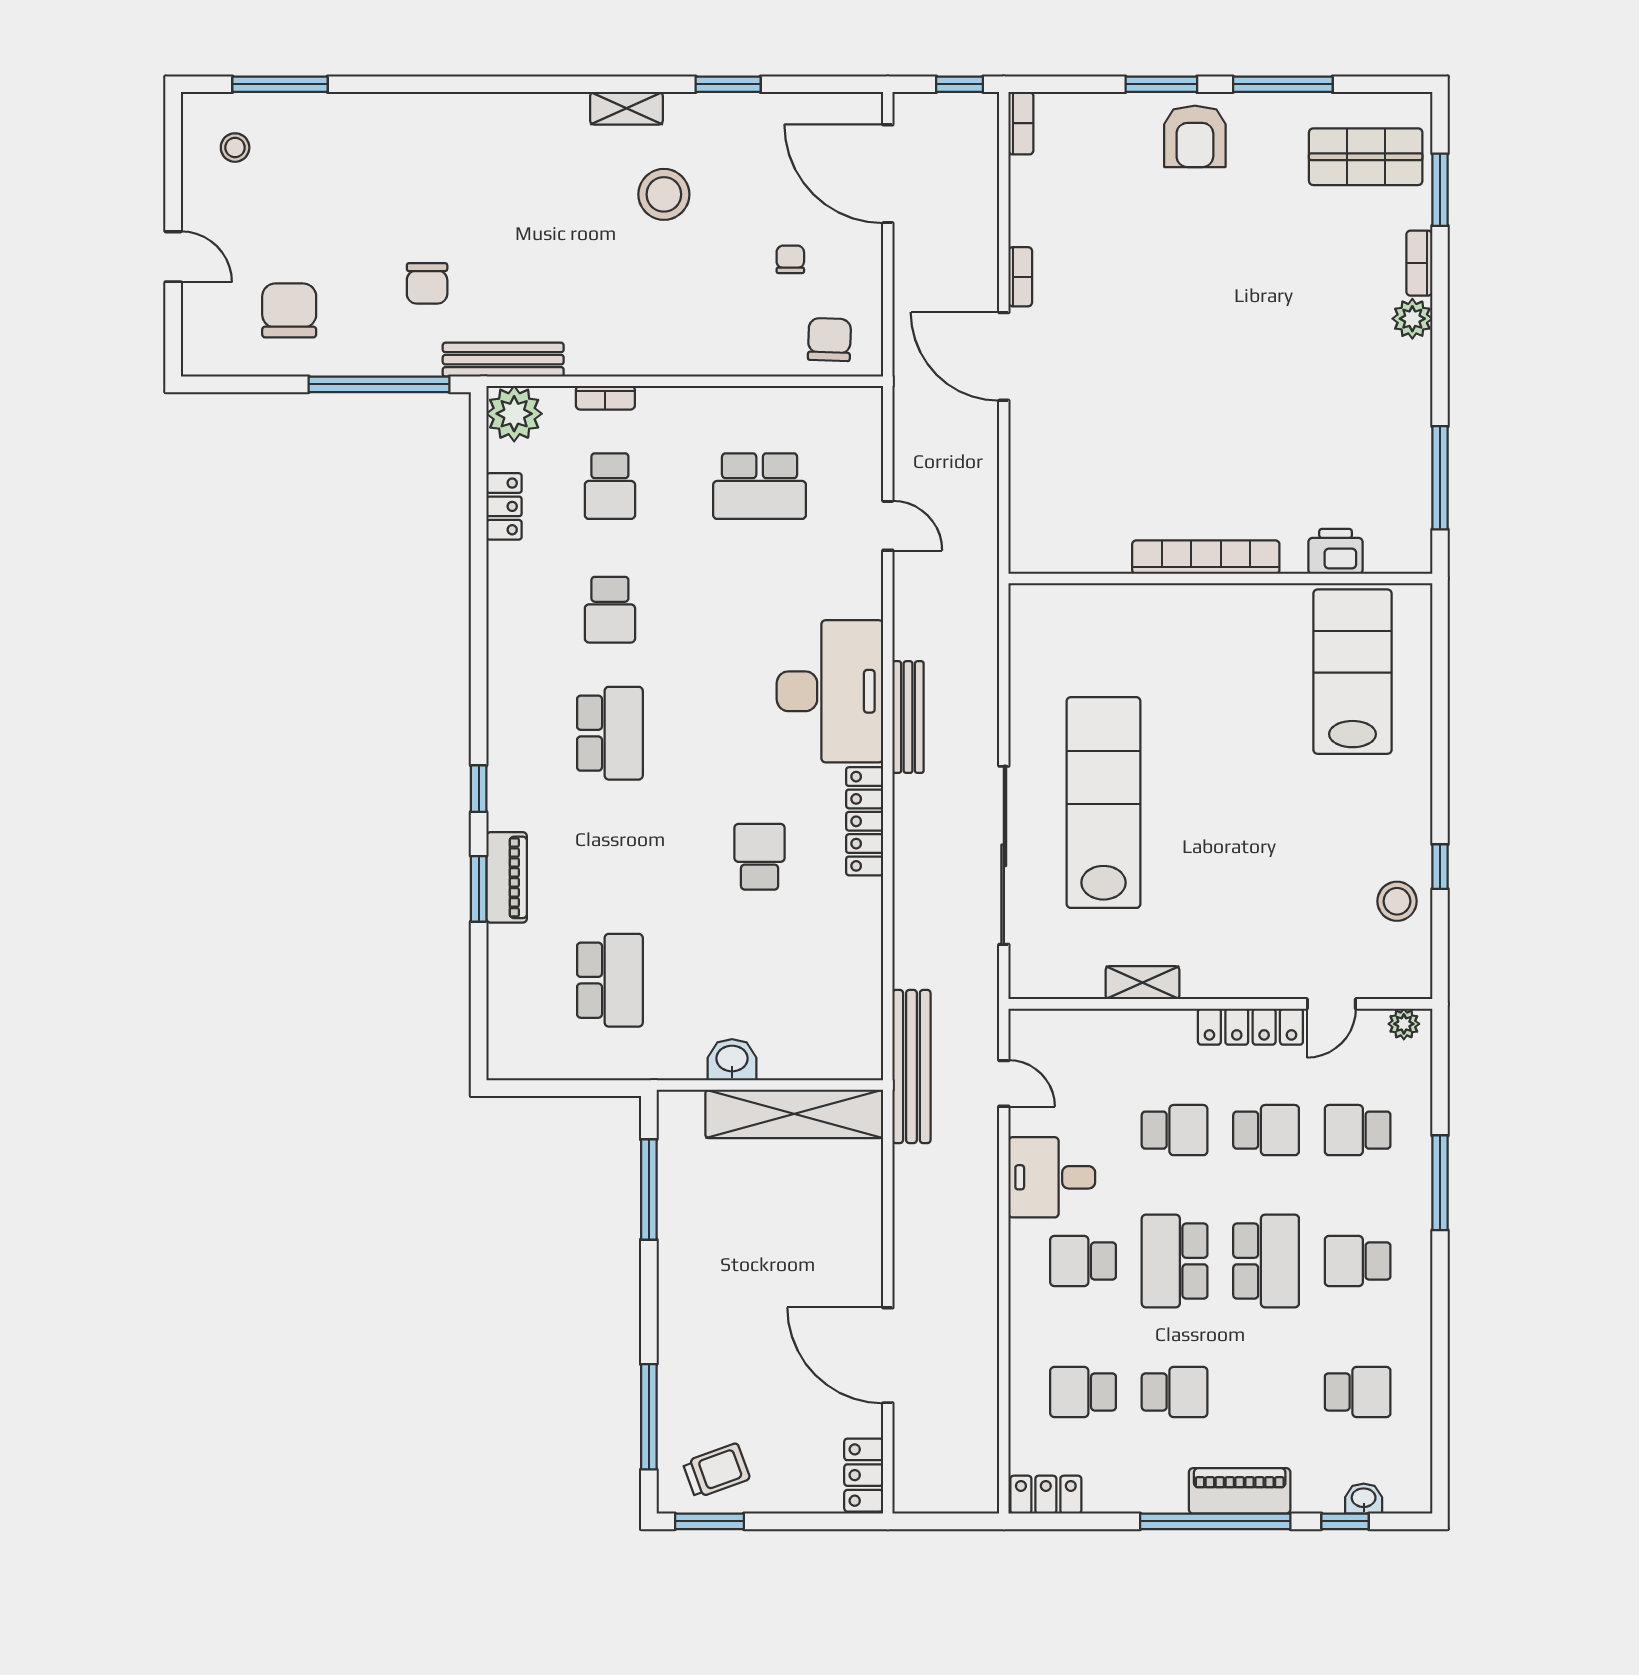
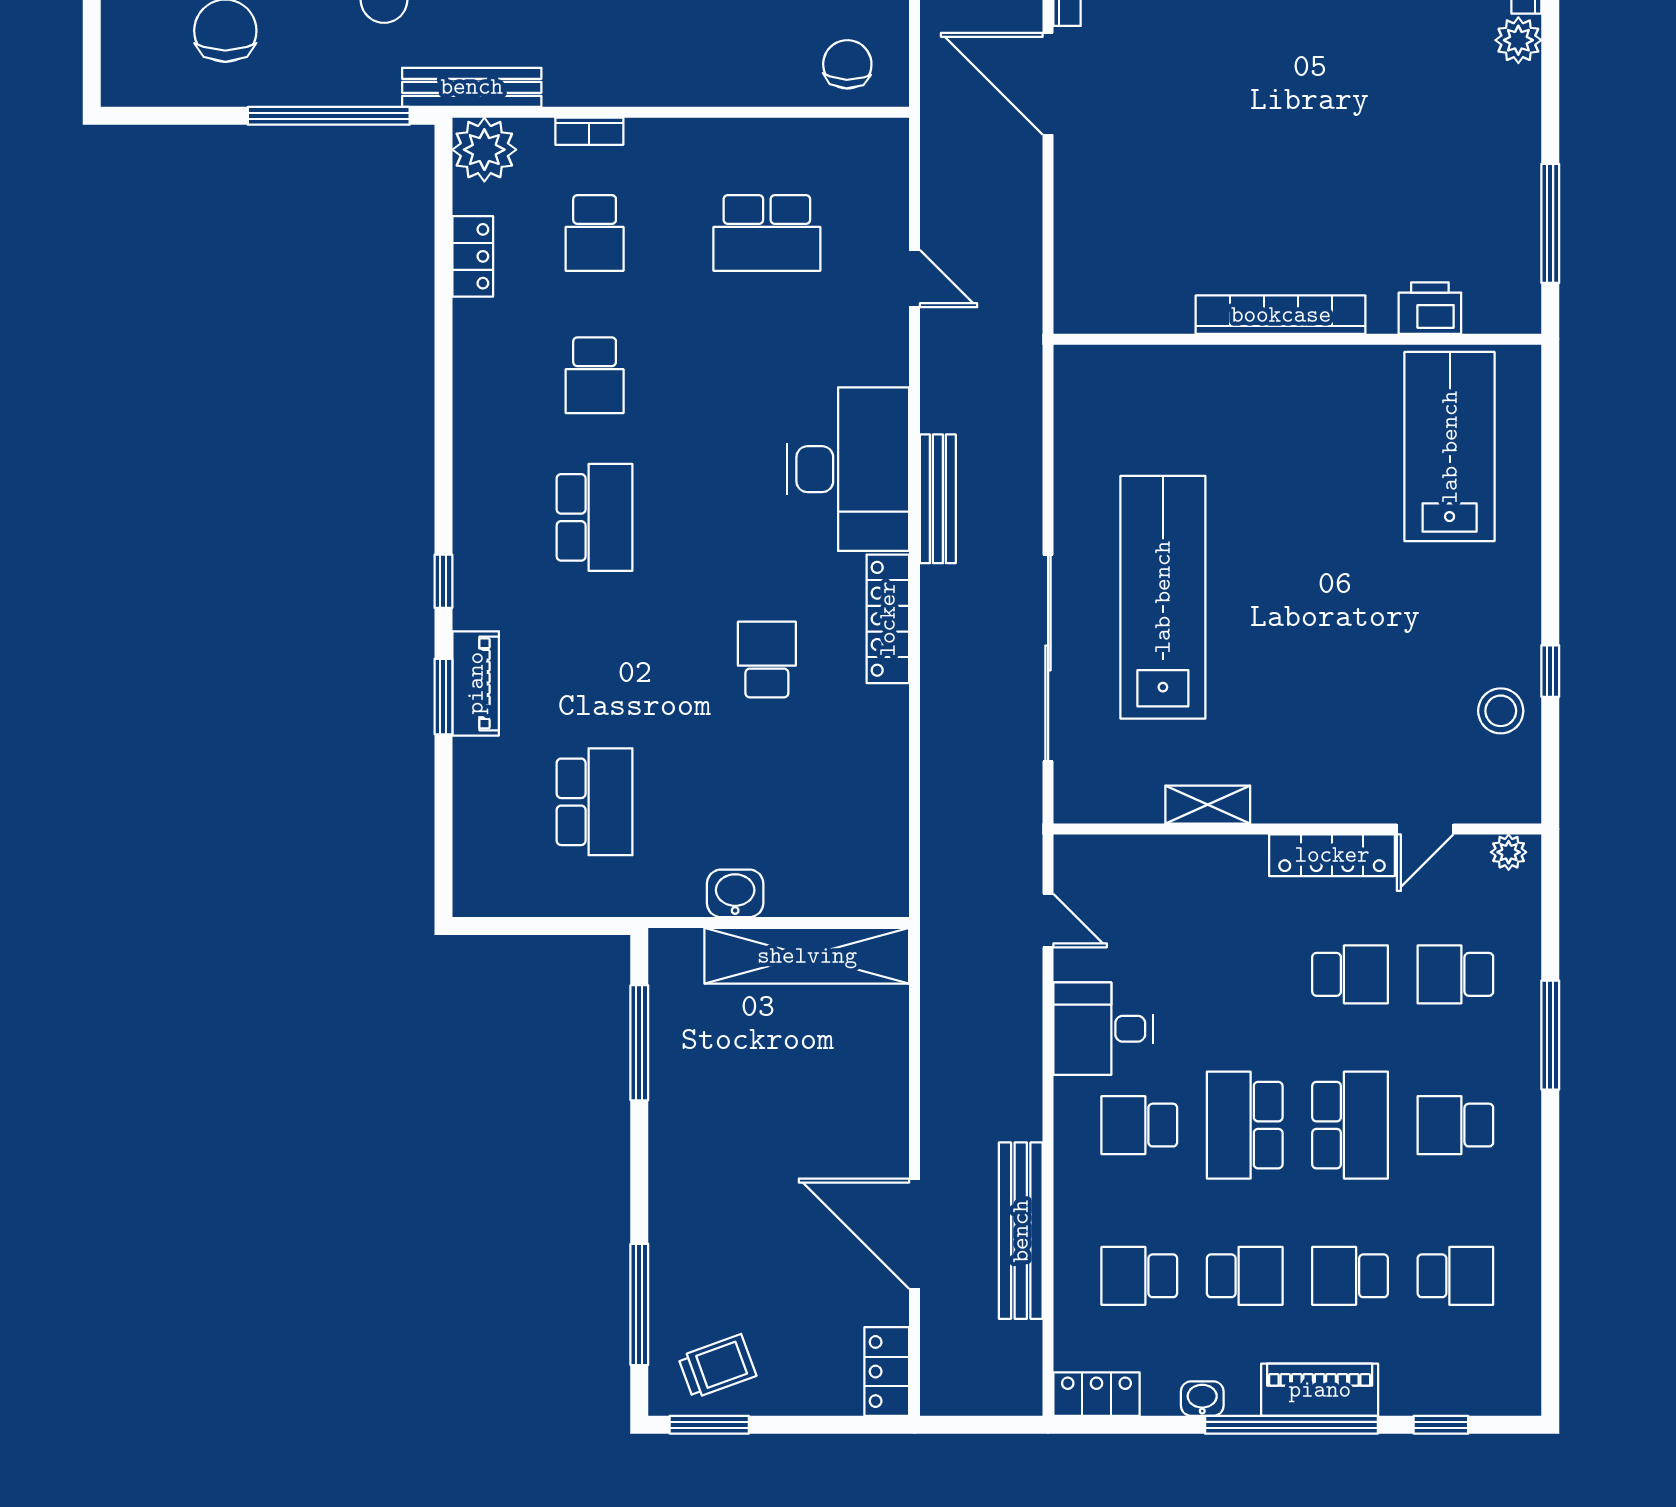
bench: (911, 1067) -> (1021, 1231), moved
school desk: (1175, 1130) -> (1350, 1276), moved, turned 180
washbasin: (1364, 1499) -> (1202, 1399), moved

